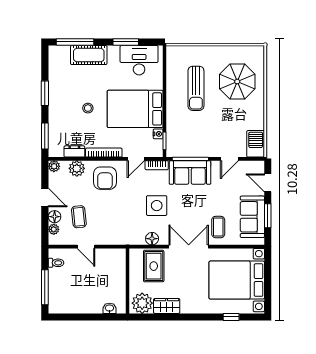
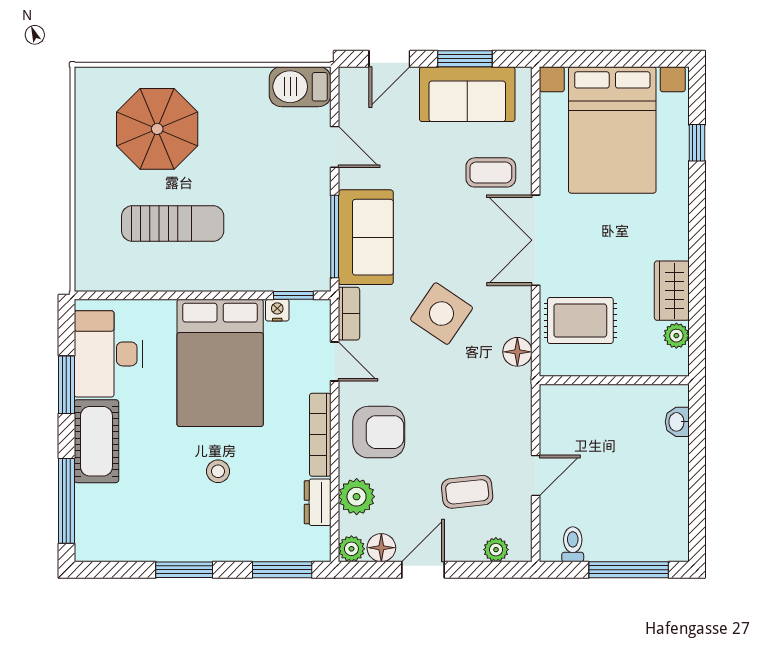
cot: (89, 55) -> (96, 441), moved
side table: (157, 206) -> (442, 314), turned 34
floor lamp: (55, 217) -> (381, 548), moved
floor lamp: (152, 239) -> (517, 352), moved
plant: (142, 303) -> (676, 336), width x0.53, depth x0.53

